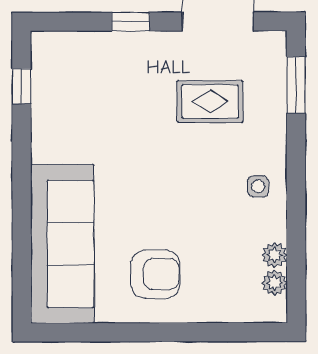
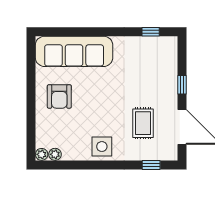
window: (296, 85) -> (151, 165), width x0.67
side table: (258, 186) -> (102, 147), width x1.87, depth x1.87
plant: (275, 255) -> (42, 154), moved

